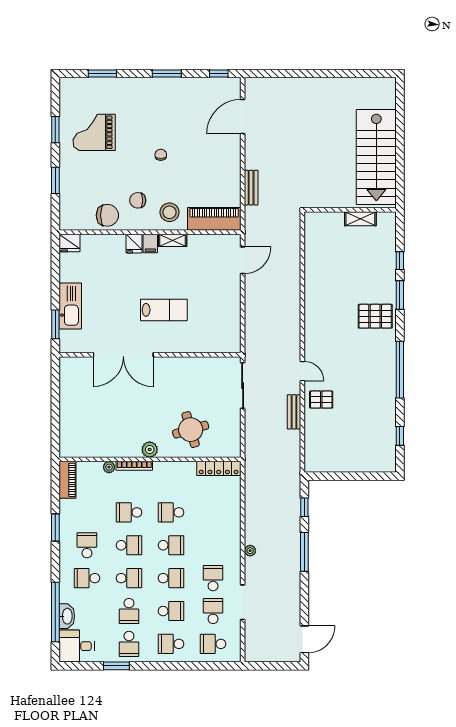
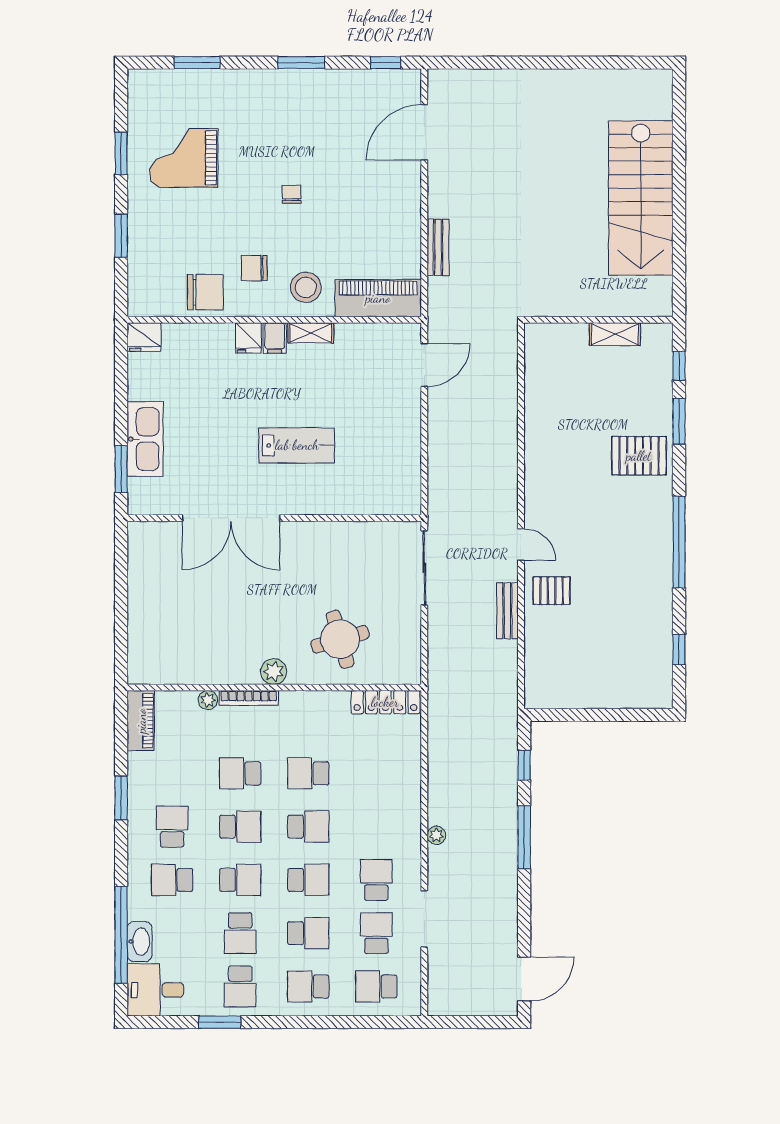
wall: (350, 210) -> (598, 320), moved
shelving: (360, 219) -> (615, 334), moved

